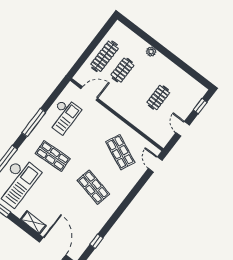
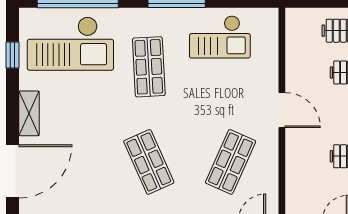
door: (89, 93) -> (282, 110), moved
shop shelf: (93, 187) -> (149, 162), turned -36

